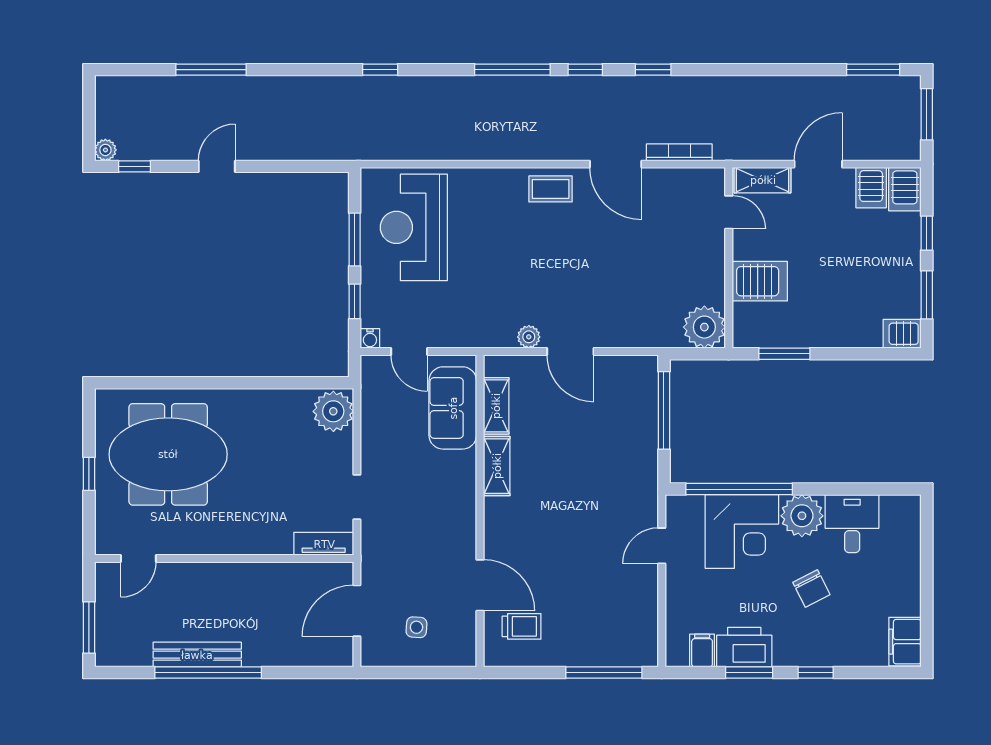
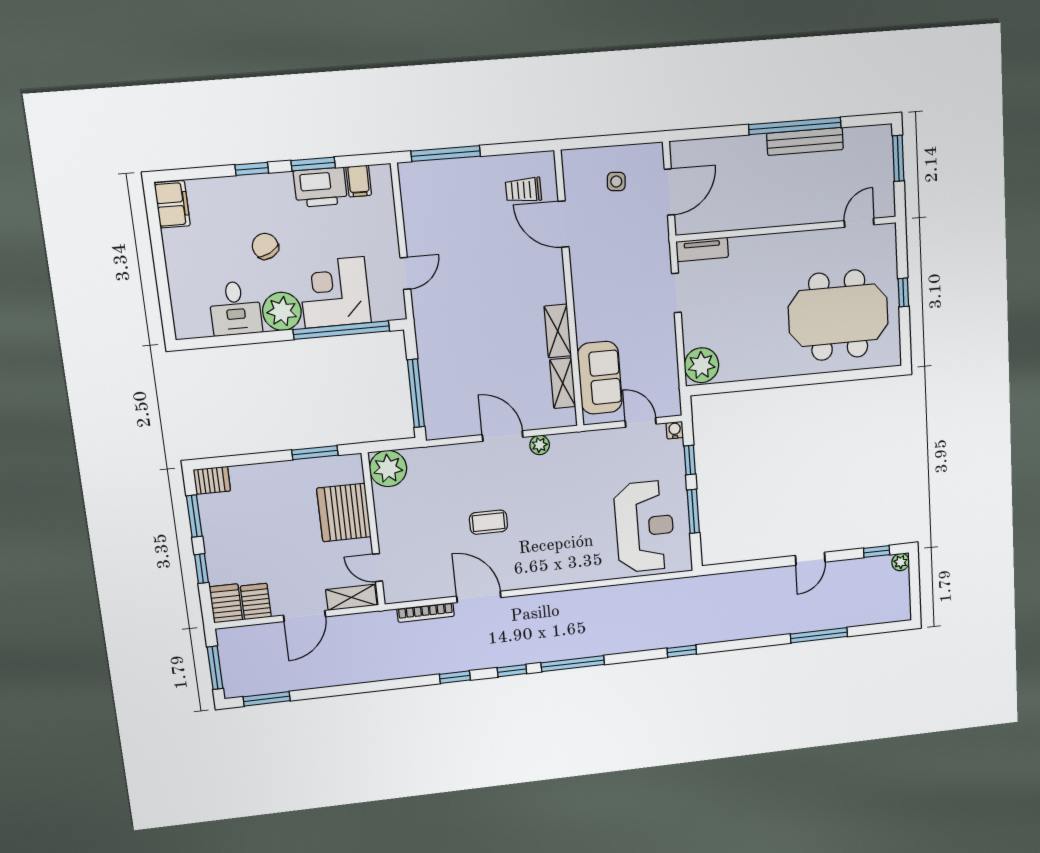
coffee table: (551, 189) -> (488, 522), moved
server rack: (760, 281) -> (344, 513), width x1.60

